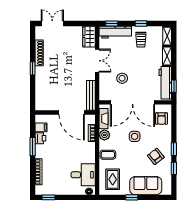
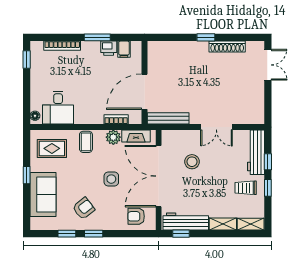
window: (112, 24) -> (268, 162), moved
wardrobe: (89, 37) -> (250, 116), removed

